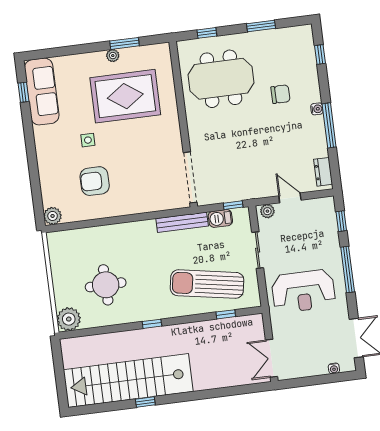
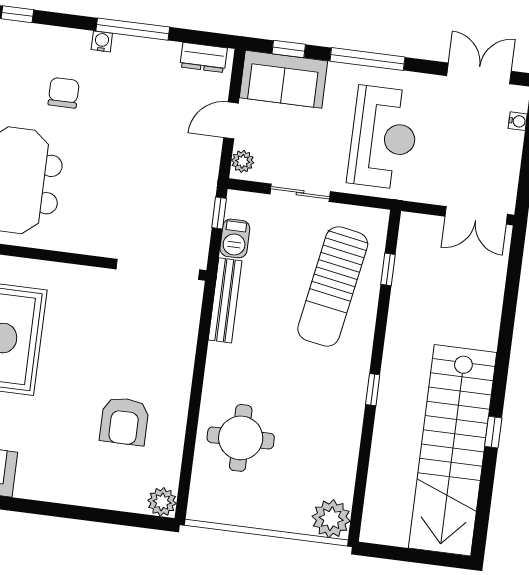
side table: (88, 140) -> (57, 415), removed
sofa: (323, 223) -> (283, 79), added
round table: (106, 285) -> (241, 438), moved

